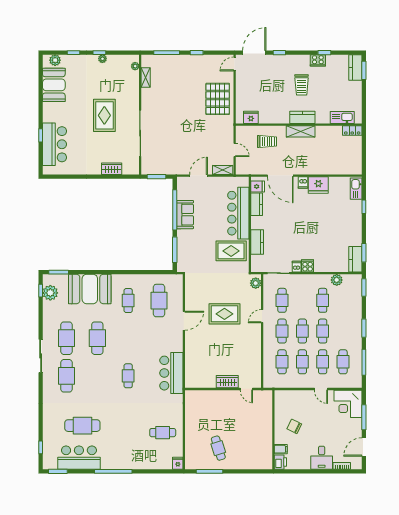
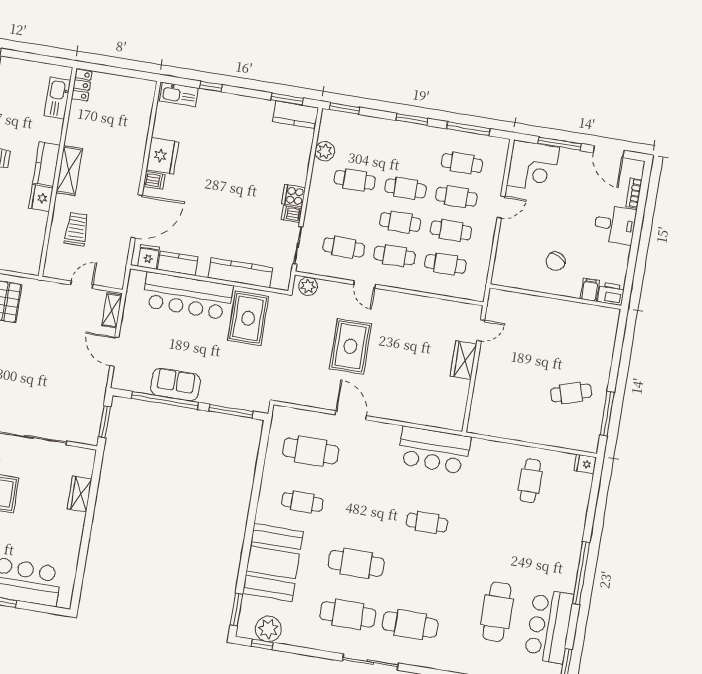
fridge: (251, 117) -> (41, 198), moved
kitchen counter: (257, 242) -> (240, 273), width x1.50

